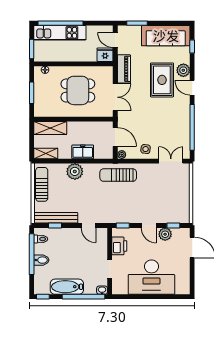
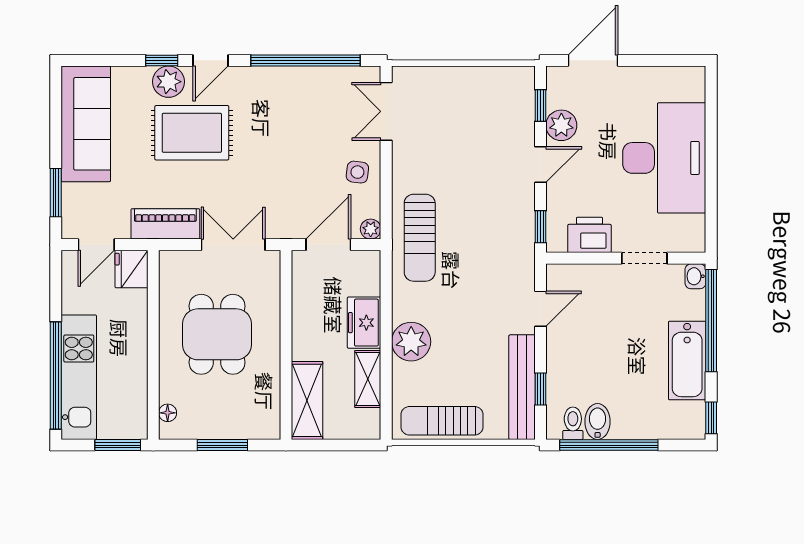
window: (192, 47) -> (162, 60), moved
shelving: (46, 153) -> (368, 379), moved
bidet: (41, 260) -> (598, 422), moved

